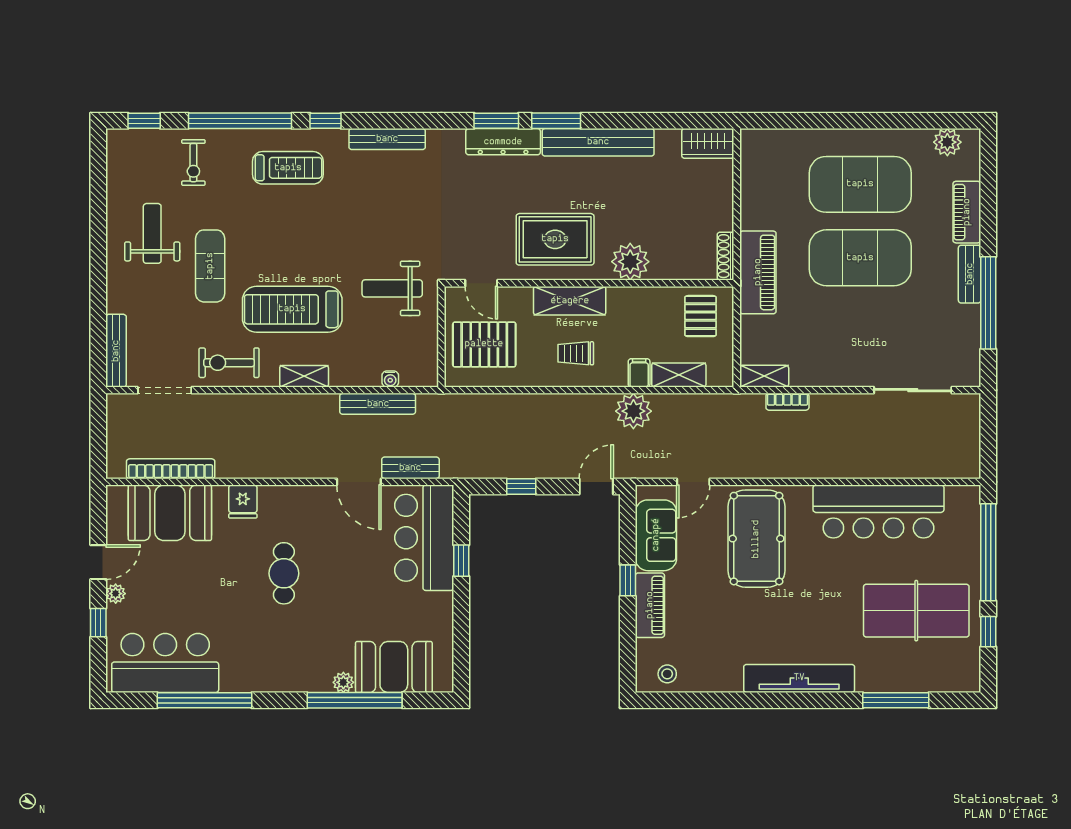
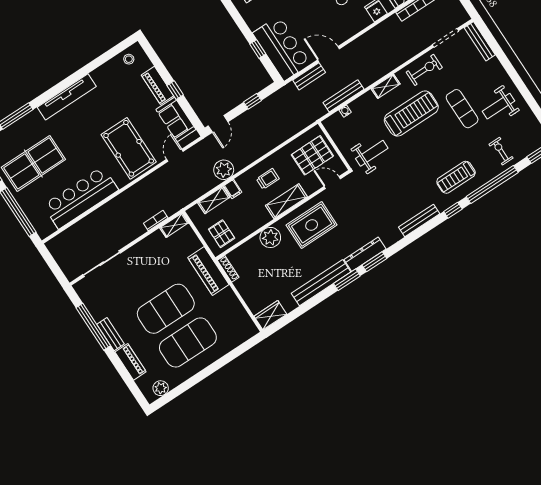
weight bench: (152, 233) -> (499, 106), turned 90

